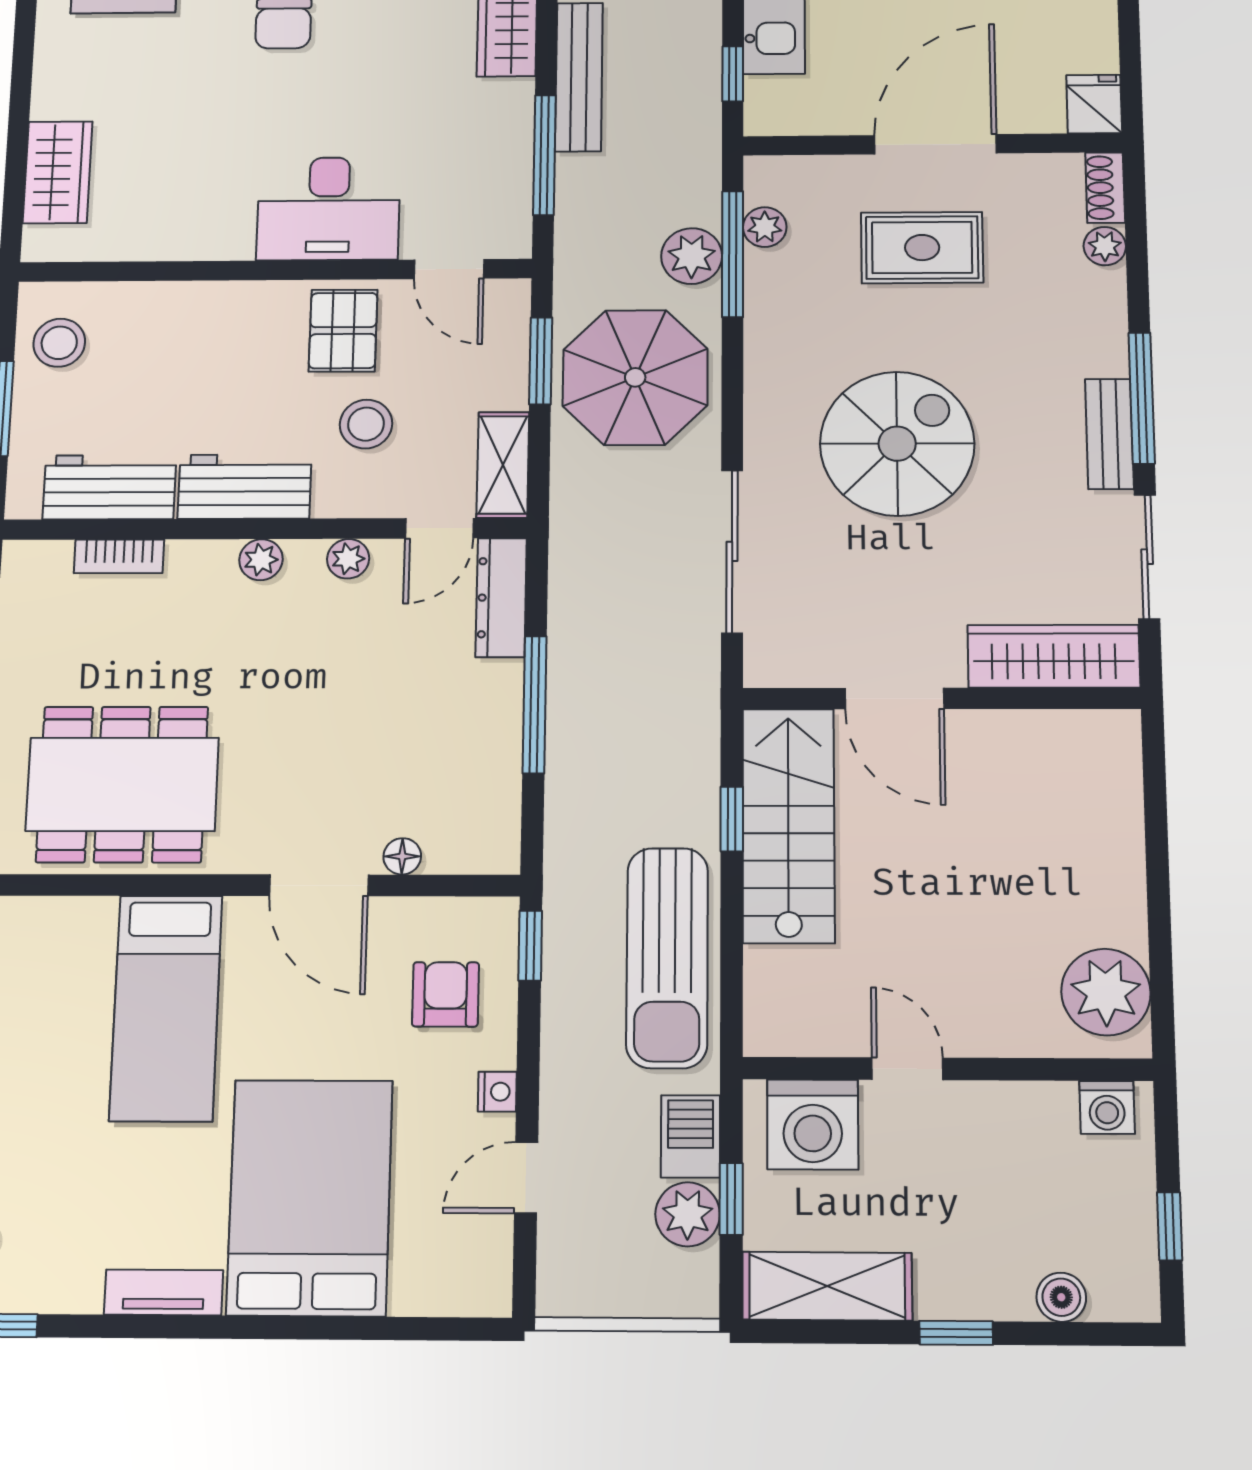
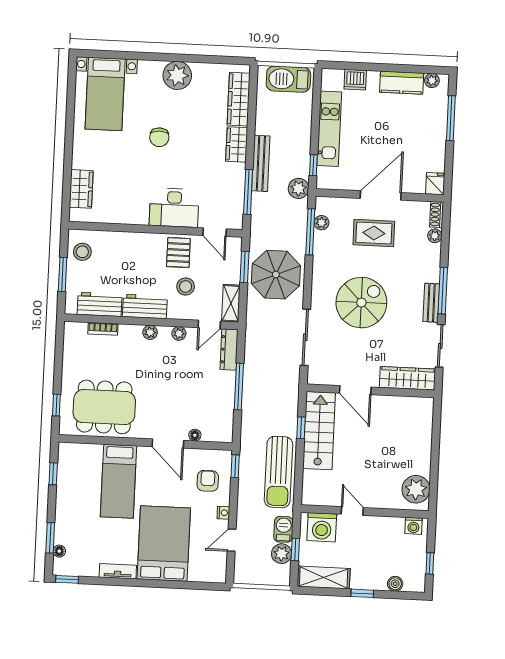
plant: (692, 256) -> (299, 188), moved

